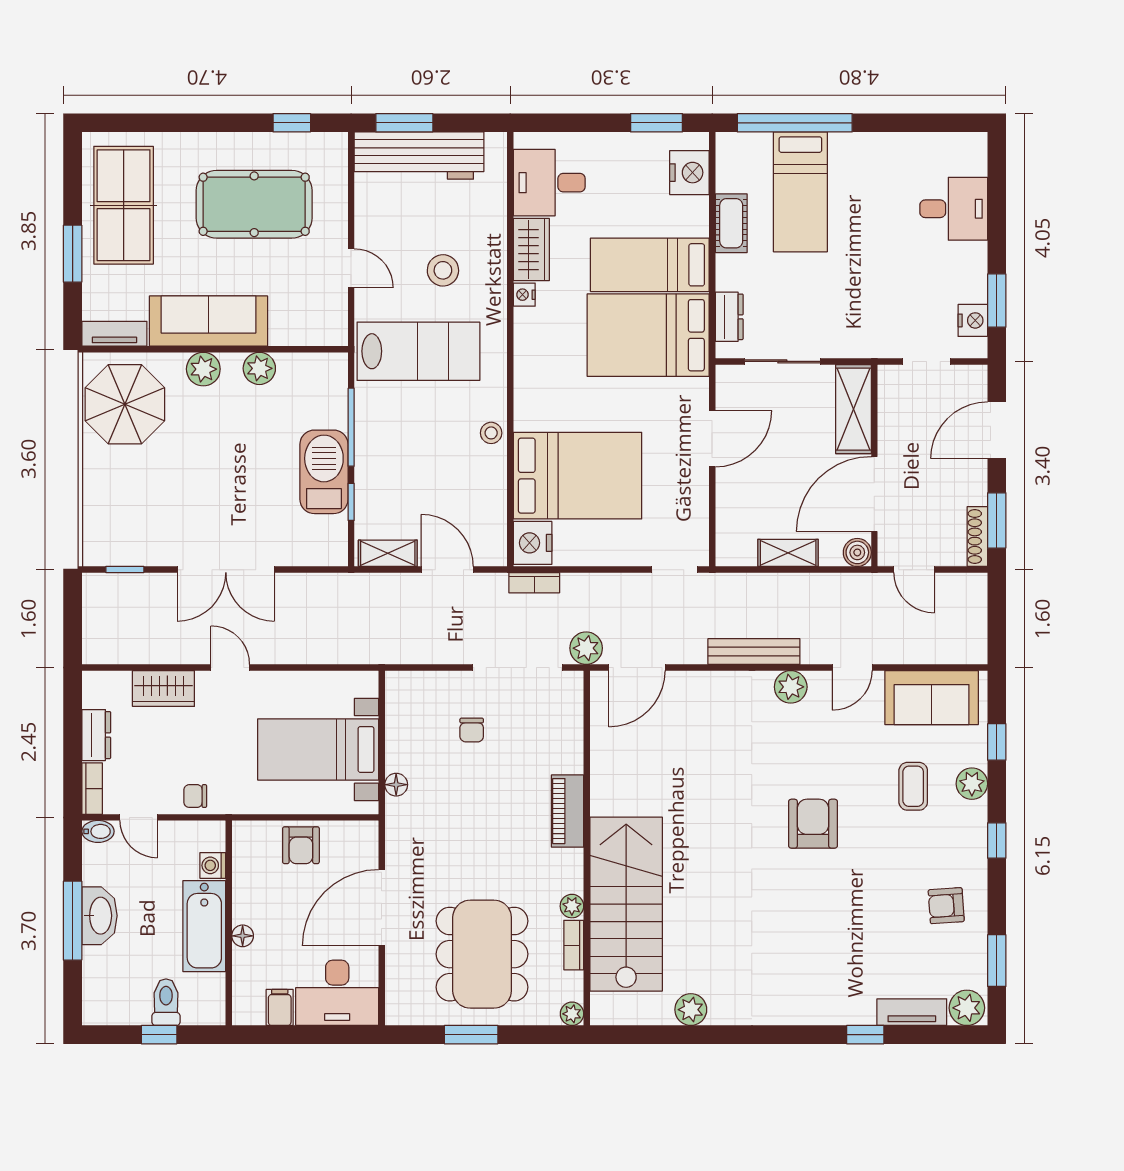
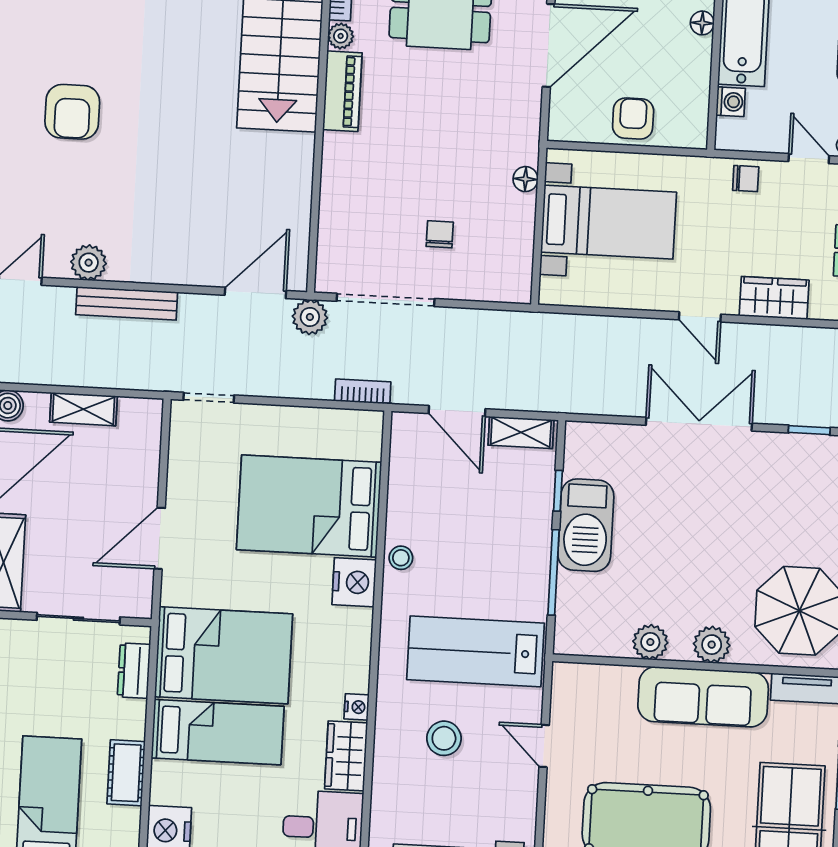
nightstand: (533, 543) -> (354, 582), moved
piano: (568, 811) -> (342, 91), moved

